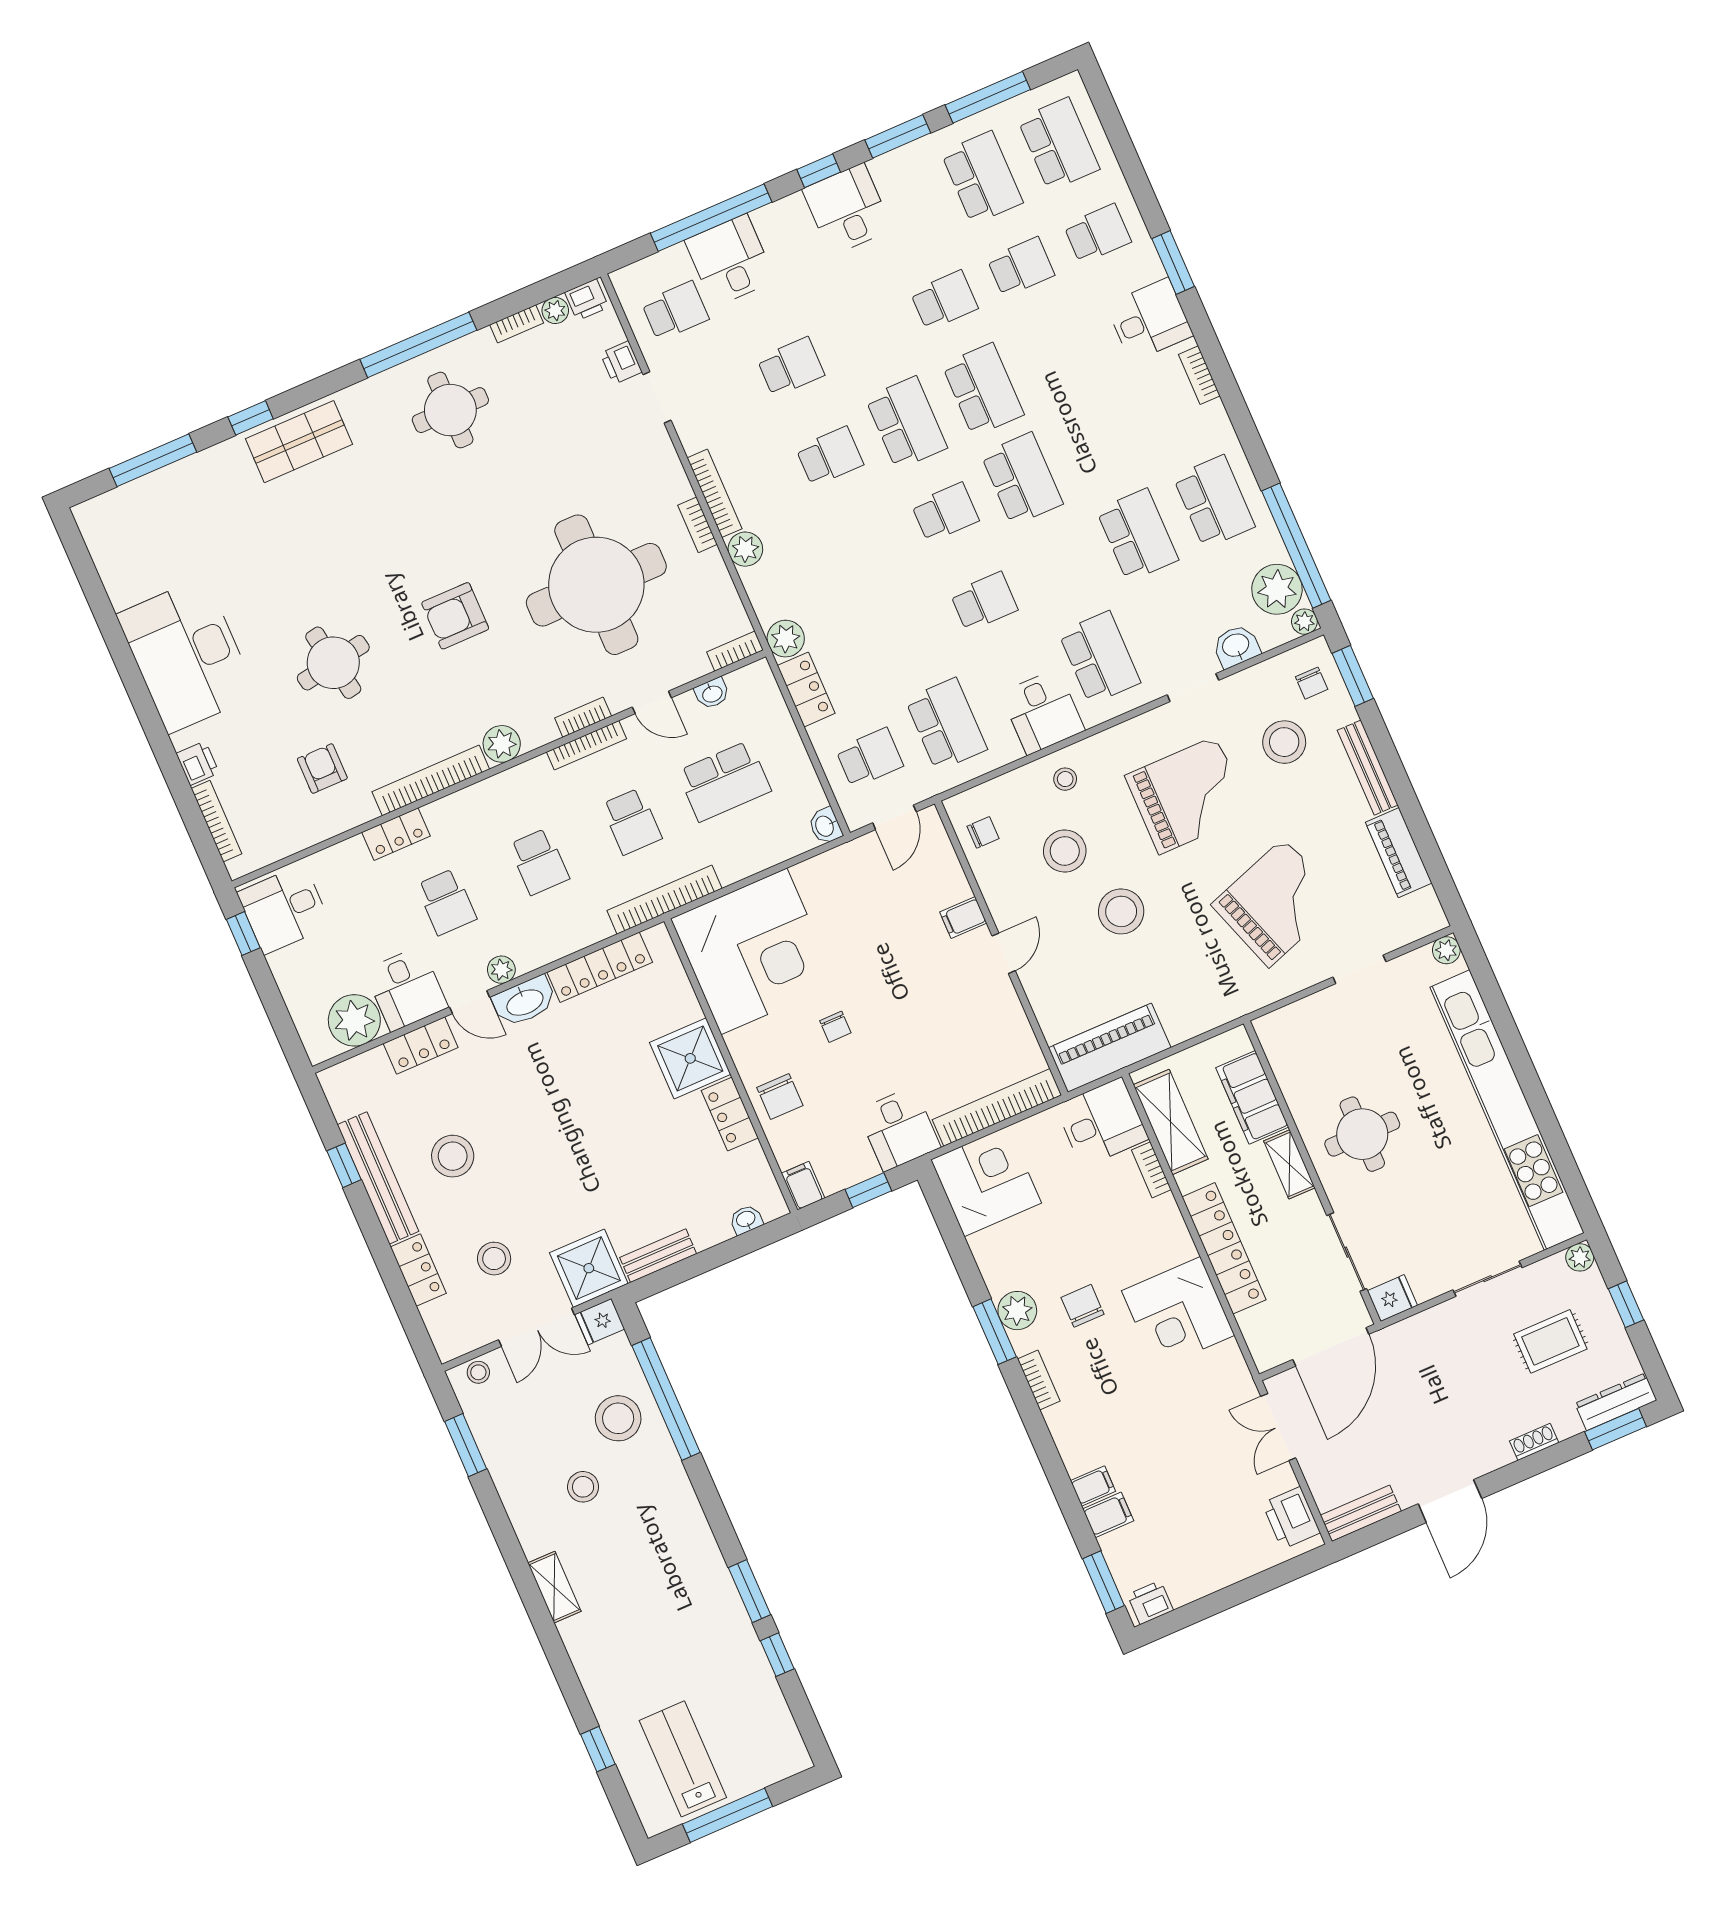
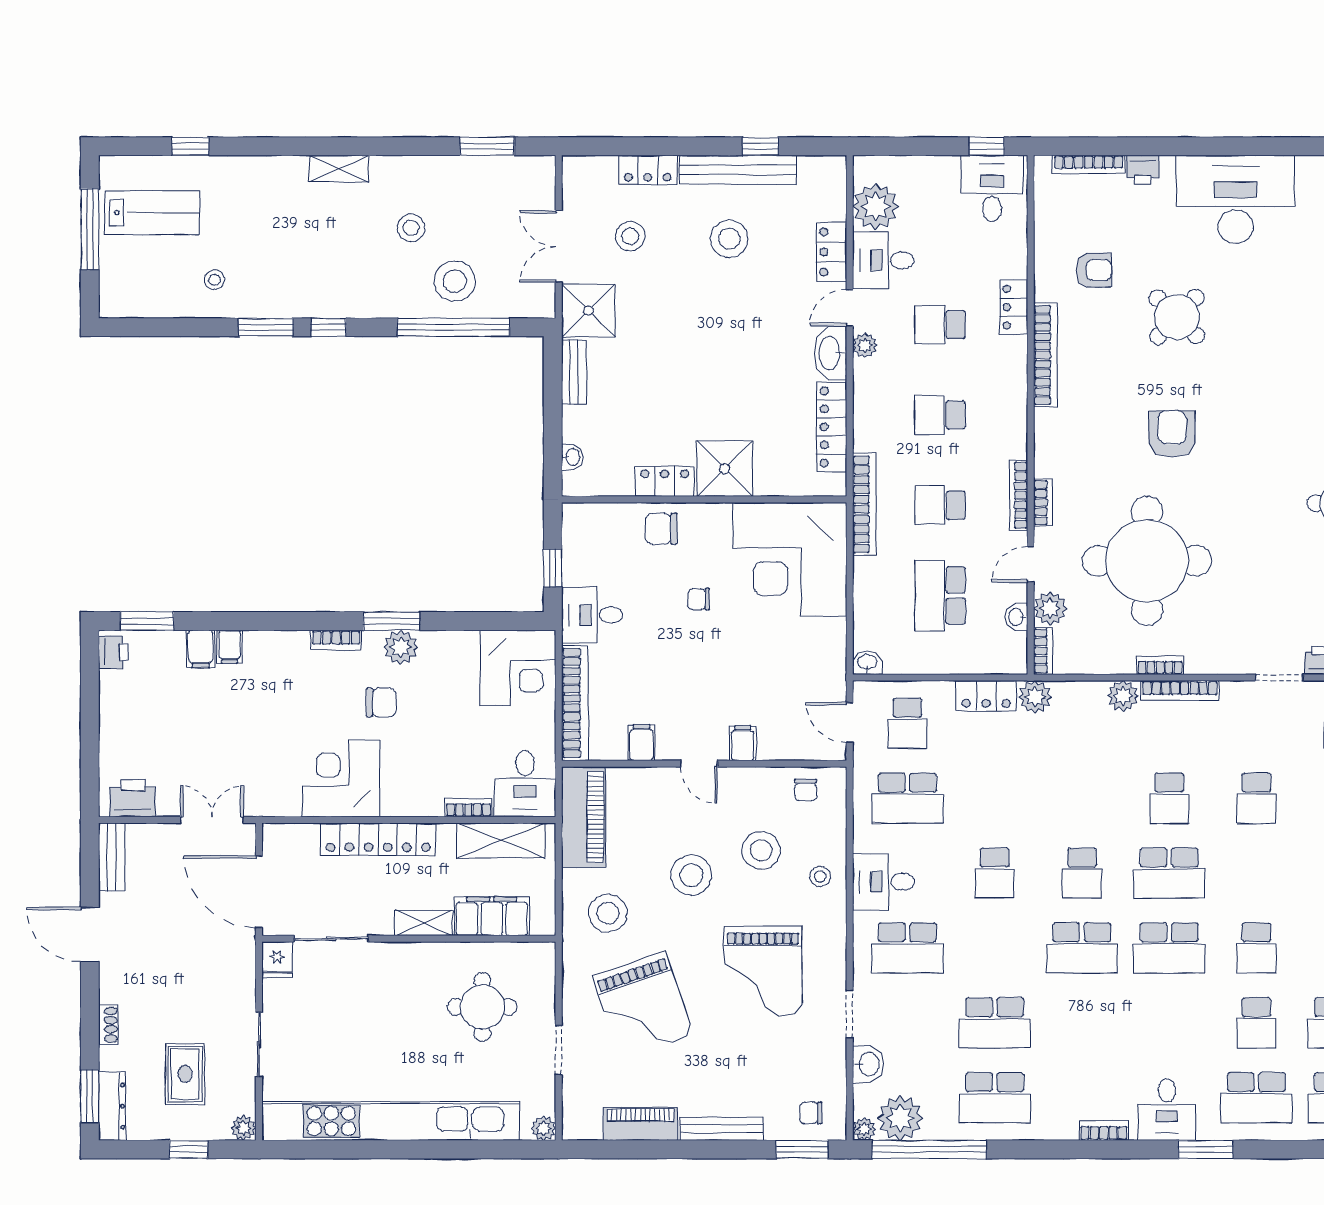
school desk: (1097, 234) -> (1256, 1098), width x1.85
round table: (333, 663) -> (1177, 317), turned -36
stool: (1284, 742) -> (608, 913), moved
plant: (502, 744) -> (1050, 608), moved
round table: (1362, 1134) -> (482, 1007), moved
filing cabinet: (803, 1186) -> (642, 743), moved, turned -90
fridge: (600, 1322) -> (541, 300), removed
stool: (478, 1372) -> (214, 280), moved
window: (777, 1655) -> (328, 327), moved

